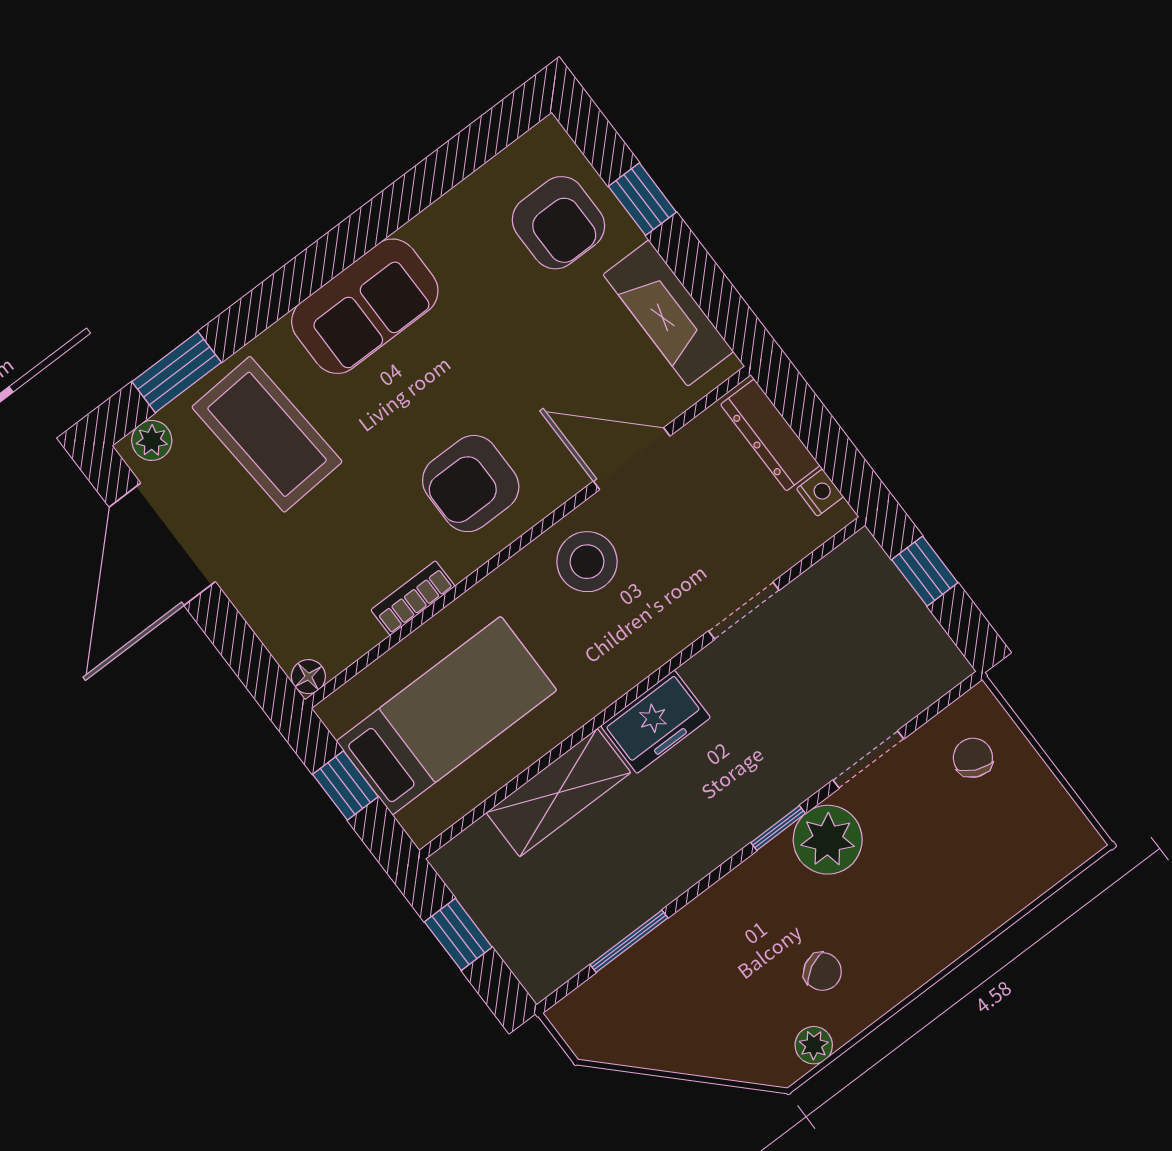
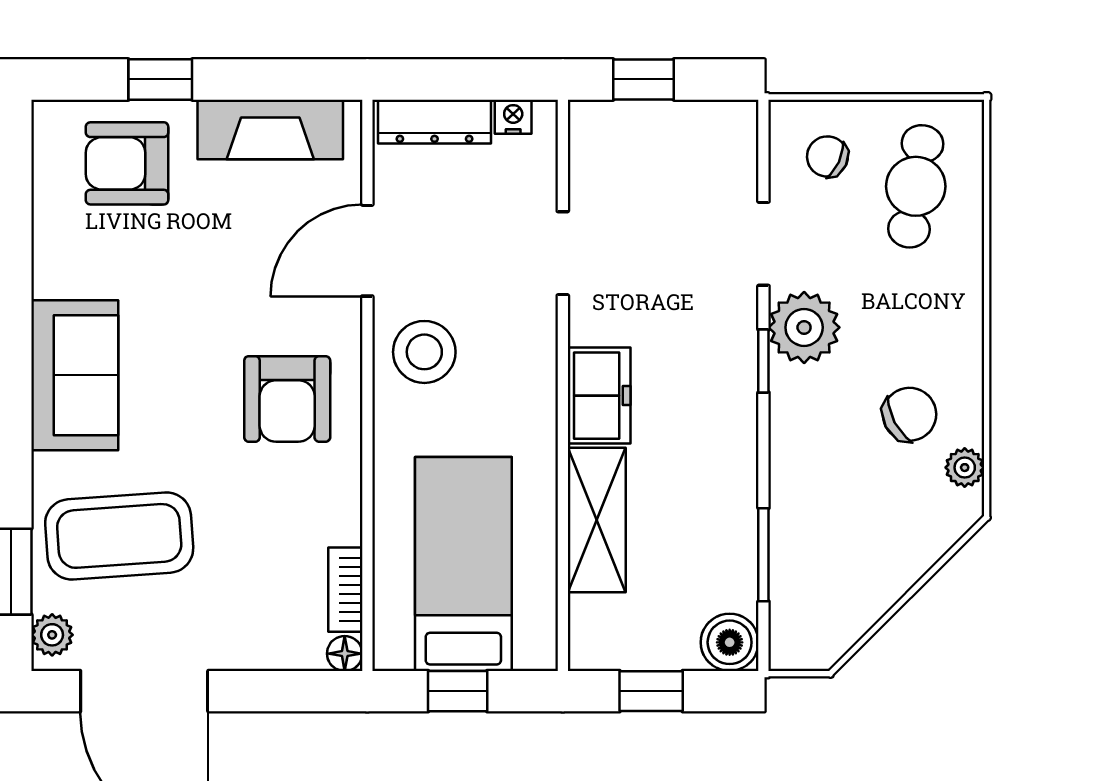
armchair: (558, 223) -> (127, 163), turned 180
bookcase: (413, 598) -> (345, 590), moved
cafe table: (1002, 843) -> (916, 186), added
boiler: (542, 966) -> (730, 642), added
chair: (822, 972) -> (909, 414), width x1.37, depth x1.37

